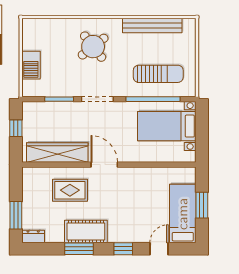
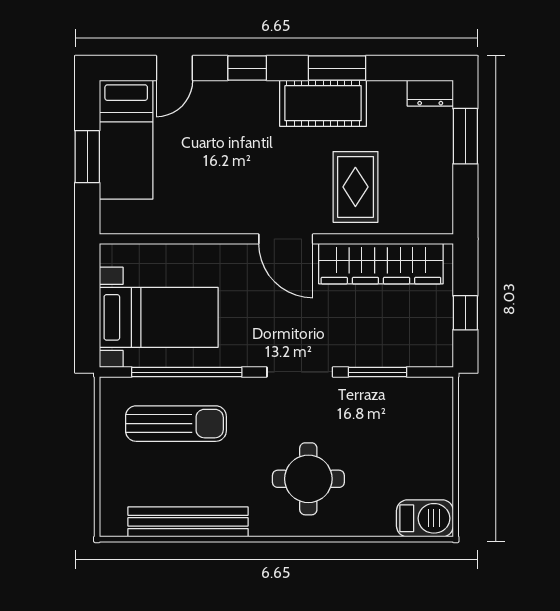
round table: (93, 47) -> (308, 479), turned 38
barbecue: (31, 65) -> (425, 518), moved, turned 90
sun lounger: (158, 74) -> (176, 424), turned 180
rug: (70, 190) -> (355, 187), turned 90

